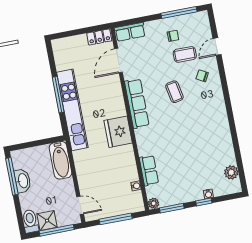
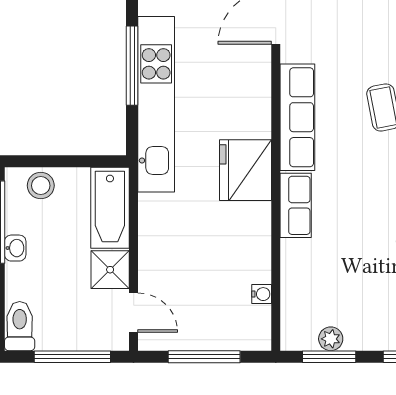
stool: (28, 156) -> (41, 186), added
row of seats: (149, 170) -> (296, 205), moved
washbasin: (23, 181) -> (15, 248), width x0.52, depth x0.69
plant: (154, 203) -> (331, 339), moved
shower: (47, 221) -> (110, 270), moved

